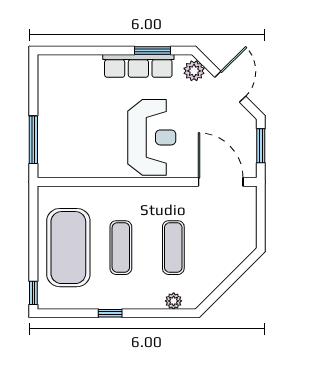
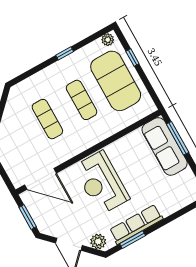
sofa: (54, 139) -> (165, 146), added
window: (33, 293) -> (132, 57), moved
plant: (174, 301) -> (108, 40), moved

